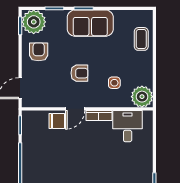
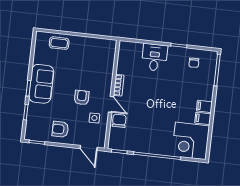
plant: (34, 22) -> (35, 131), removed
side table: (114, 83) -> (94, 118), moved
plant: (142, 97) -> (107, 48), removed
desk: (128, 126) -> (154, 57), moved, turned 90

